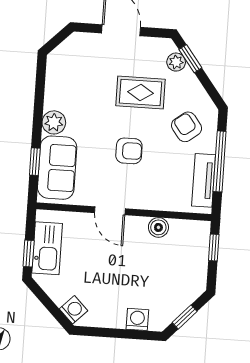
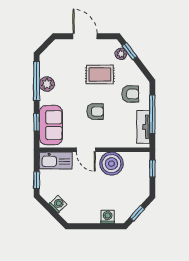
window: (39, 96) -> (37, 81), added
plant: (54, 122) -> (47, 84), moved
armchair: (187, 127) -> (130, 94), turned 127
boiler: (158, 227) -> (111, 164), width x1.86, depth x1.86
kitchen sink: (47, 248) -> (56, 161), moved, turned 90
washing machine: (73, 310) -> (58, 204), moved

